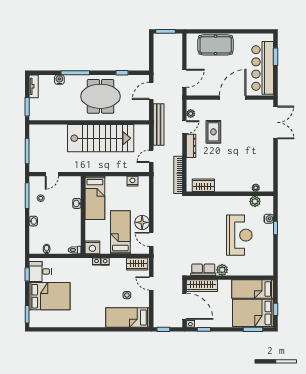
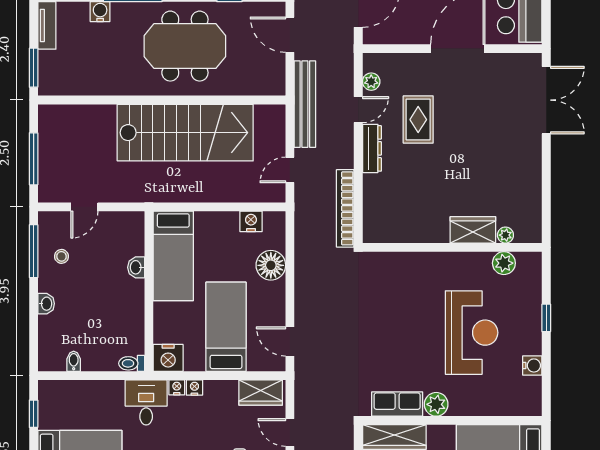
door: (151, 91) -> (290, 35), hinge flipped
wardrobe: (203, 185) -> (473, 230), moved
water cooler: (269, 219) -> (532, 365), moved
floor lamp: (142, 222) -> (271, 265), moved
desk: (40, 271) -> (146, 402), moved, turned 90

